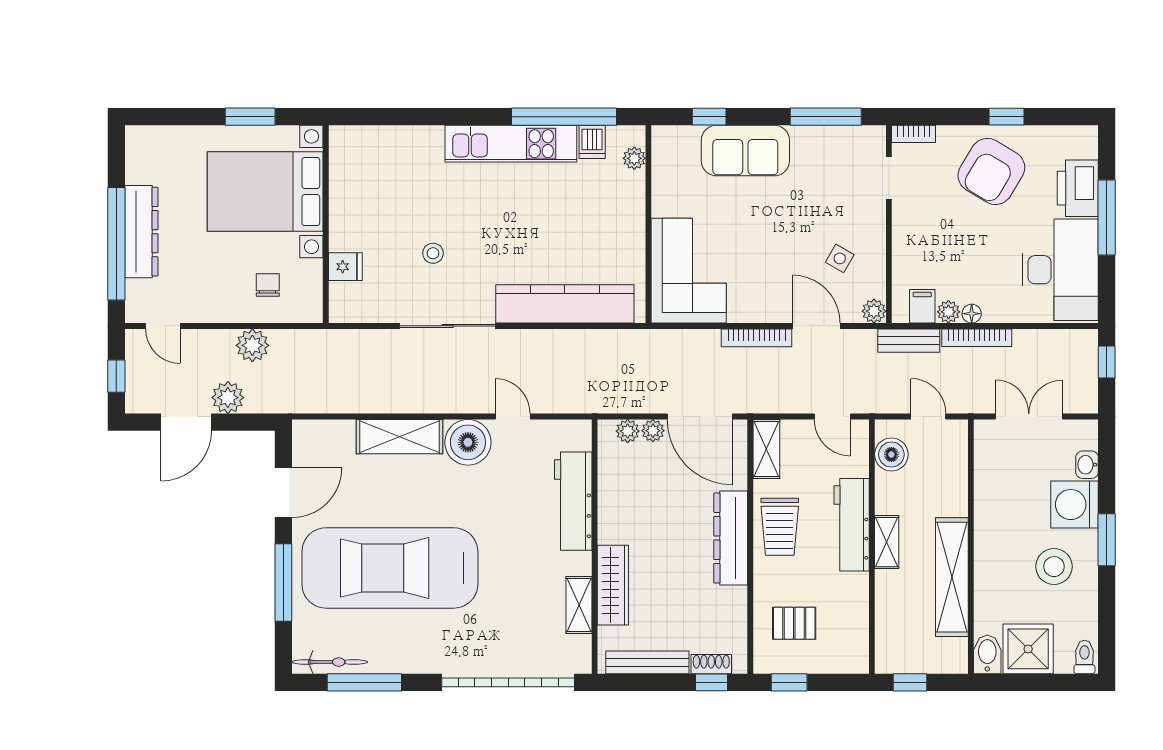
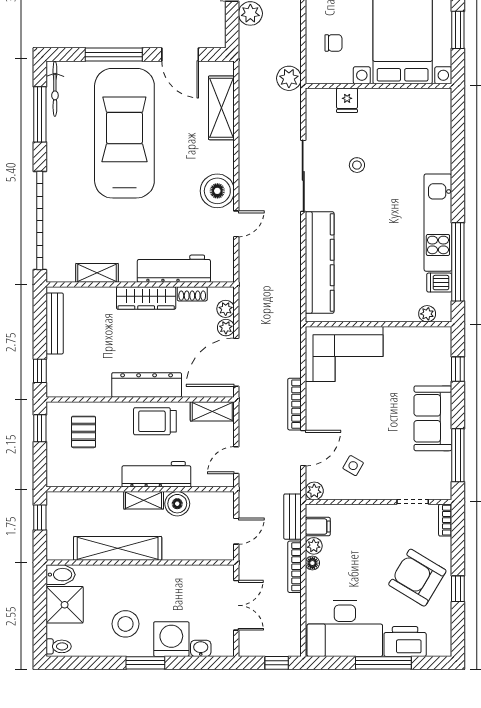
sofa: (745, 151) -> (433, 418), moved
plant: (252, 345) -> (289, 78), moved
shelving: (399, 437) -> (221, 108), moved
boiler: (891, 454) -> (177, 504), moved
wardrobe: (613, 585) -> (146, 298), moved
shoe rack: (711, 664) -> (192, 294), moved, turned 90

